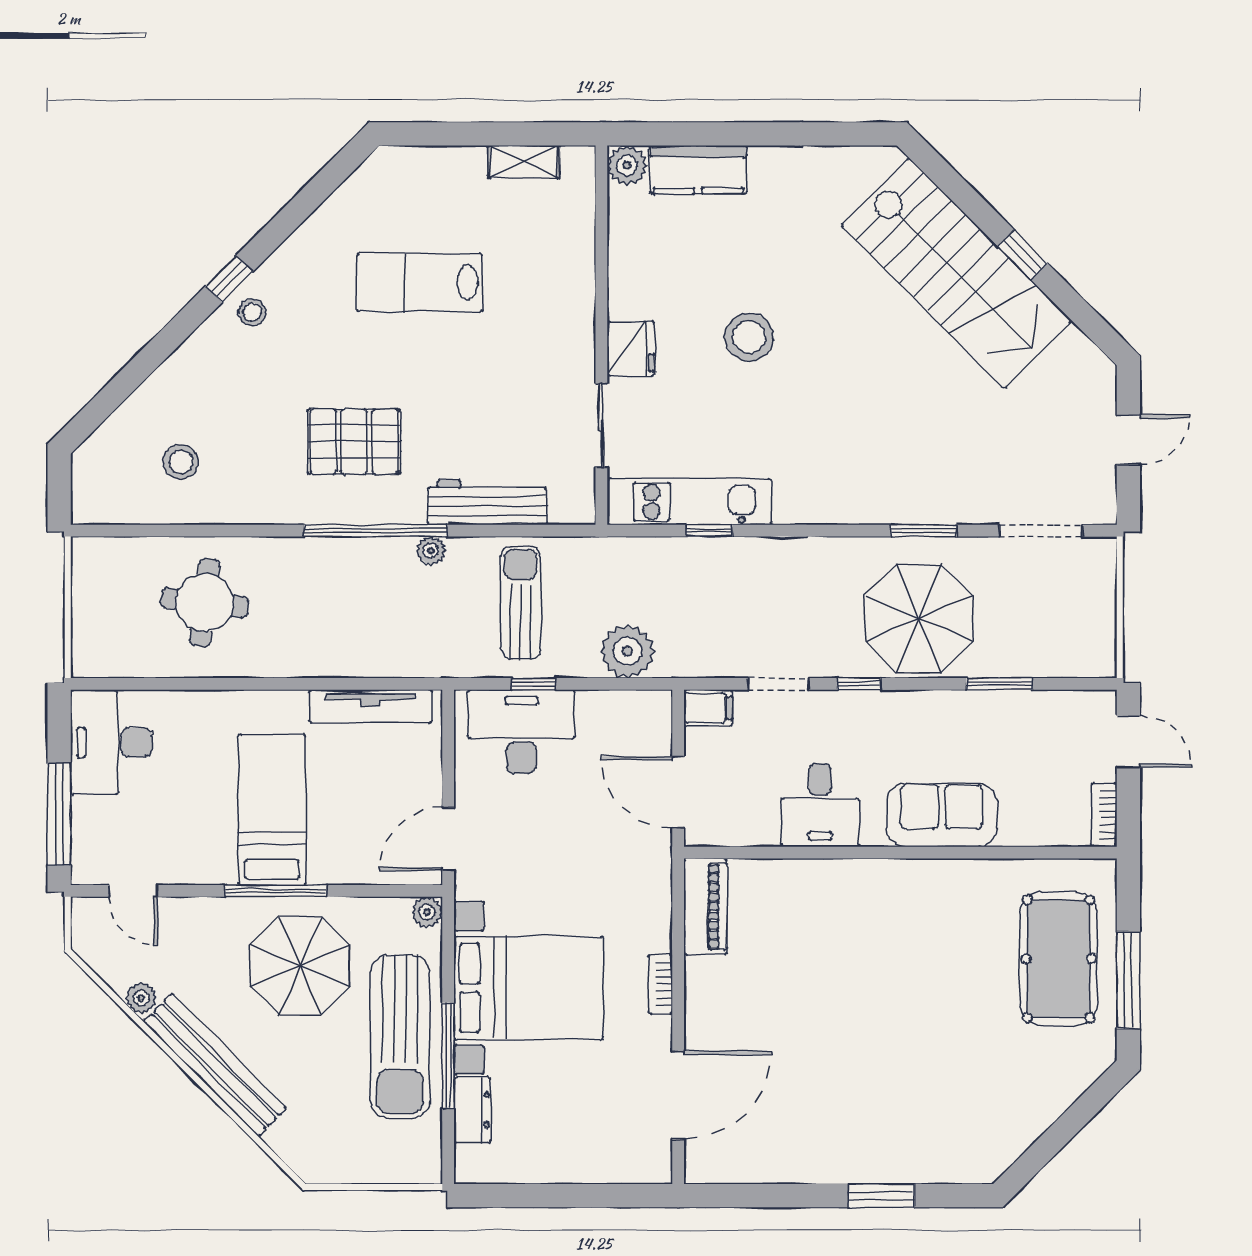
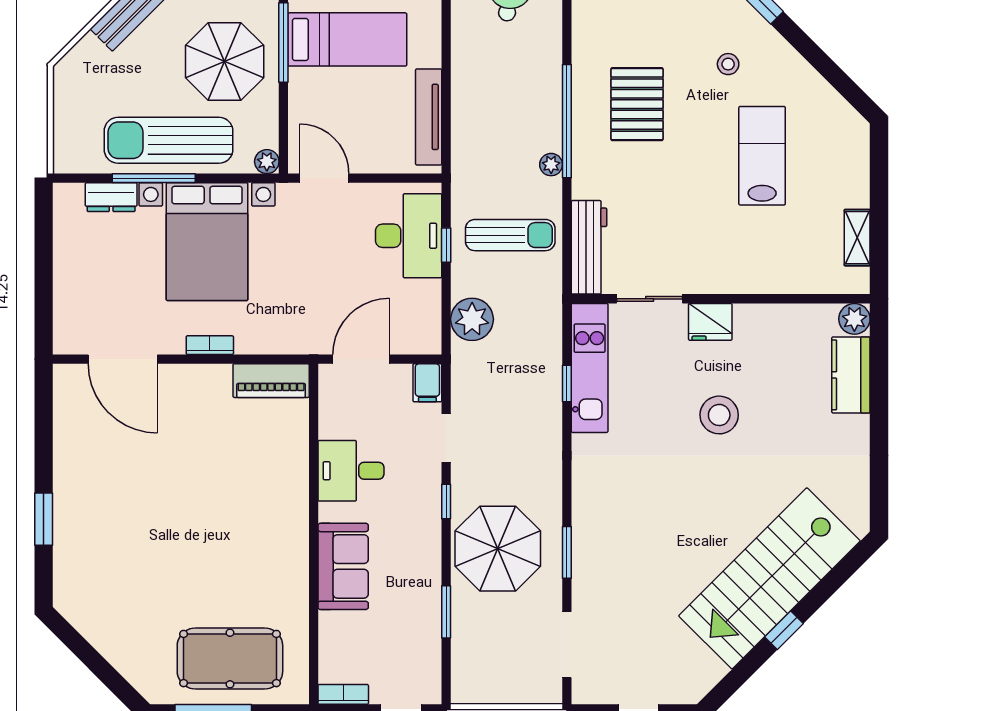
stool: (252, 312) -> (728, 64), moved
workbench: (487, 503) -> (589, 247), moved

